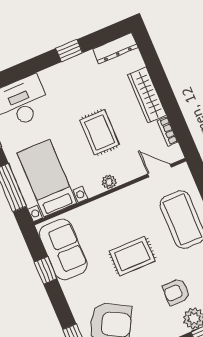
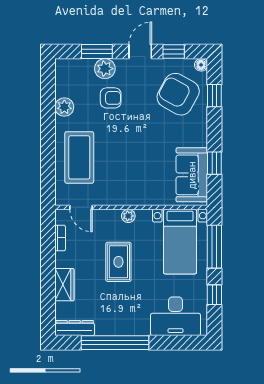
window: (69, 51) -> (115, 343), width x3.17
wardrobe: (147, 95) -> (64, 285), width x0.67
rug: (132, 256) -> (135, 144), removed

